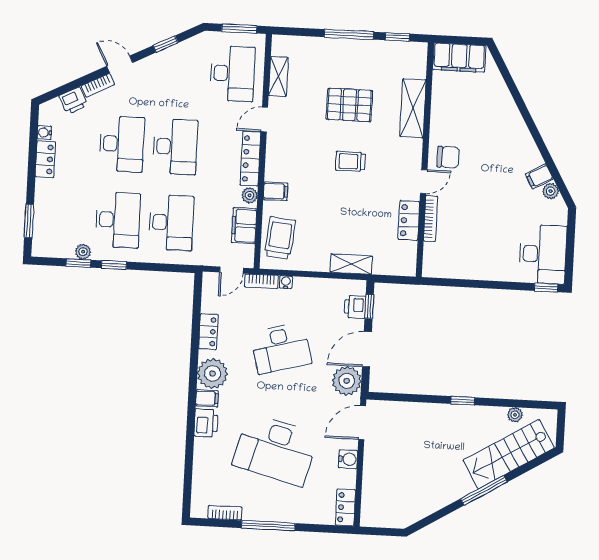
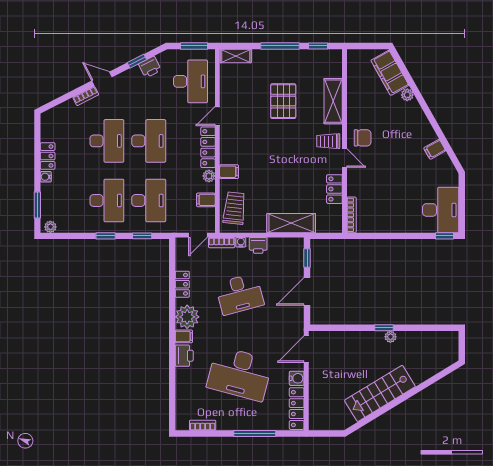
filing cabinet: (459, 58) -> (390, 73), moved, turned 61
shelving: (278, 76) -> (236, 56), moved, turned 90
printer: (73, 101) -> (150, 67), moved
pallet: (349, 105) -> (283, 101), turned 90
water cooler: (44, 133) -> (46, 177), moved
trolley: (350, 161) -> (328, 141), moved
door: (424, 182) -> (345, 158), hinge flipped
plant: (551, 191) -> (407, 95), moved
bookcase: (431, 219) -> (351, 215), moved
filing cabinet: (244, 226) -> (206, 200), width x0.50
plant: (83, 252) -> (50, 227), moved
window: (78, 263) -> (142, 236), moved
shelving: (351, 264) -> (291, 223), width x1.50, depth x1.33
printer: (355, 307) -> (258, 245), moved, turned -90
plant: (347, 381) -> (292, 317), removed
plant: (515, 415) -> (390, 337), moved
stairs: (509, 454) -> (380, 393), moved
window: (484, 490) -> (404, 397), removed
locker: (345, 507) -> (297, 409), width x1.53
window: (268, 526) -> (255, 434), moved

